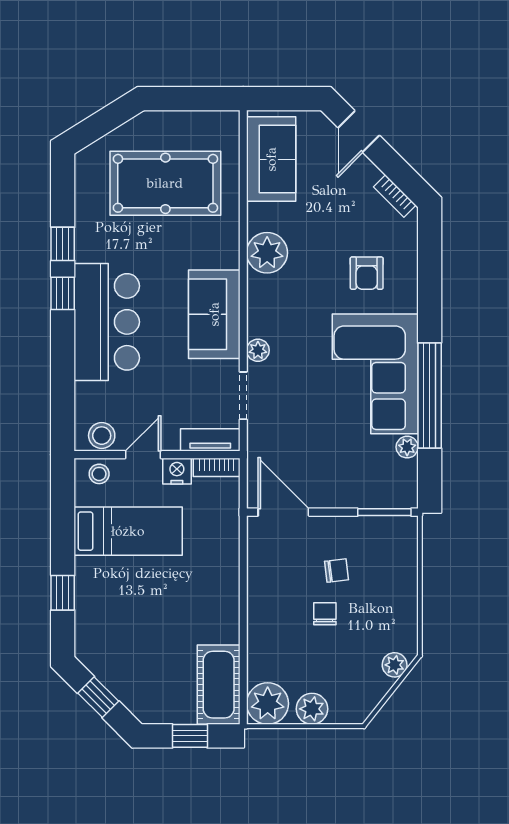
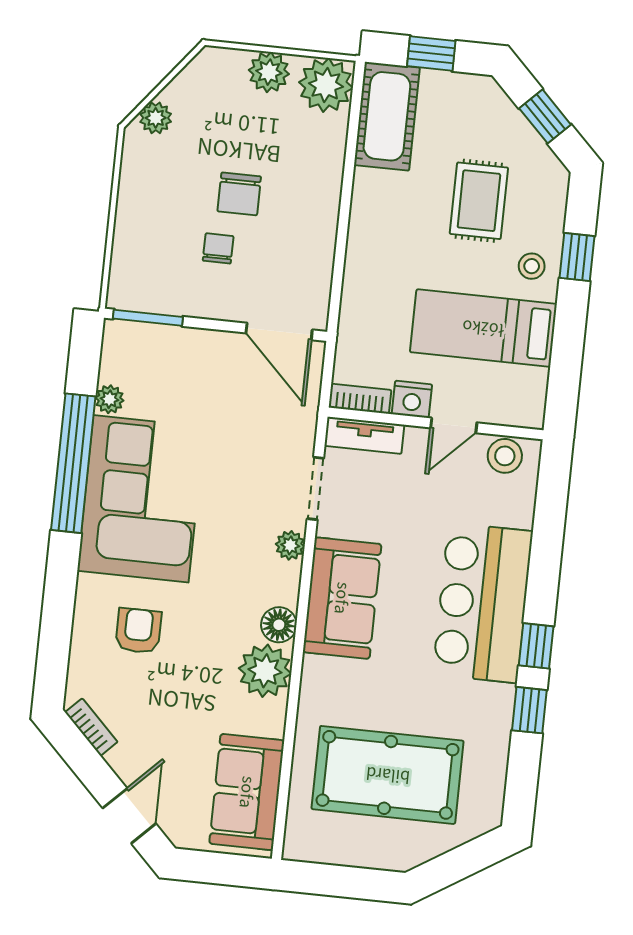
floor lamp: (260, 289) -> (279, 625), added
stool: (99, 474) -> (532, 266), moved
chair: (336, 571) -> (218, 248), turned 97
chair: (325, 614) -> (239, 194), width x1.37, depth x1.37
rug: (142, 628) -> (479, 201), added

